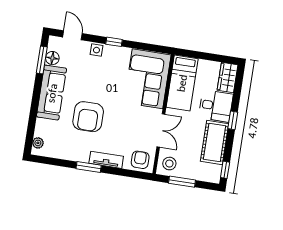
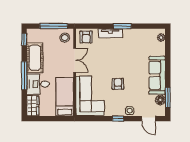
armchair: (88, 117) -> (118, 84), moved, width x0.53, depth x0.53
window: (233, 120) -> (24, 76), width x2.17
double door: (161, 130) -> (75, 60), swing flipped
window: (182, 182) -> (54, 26), width x1.44

